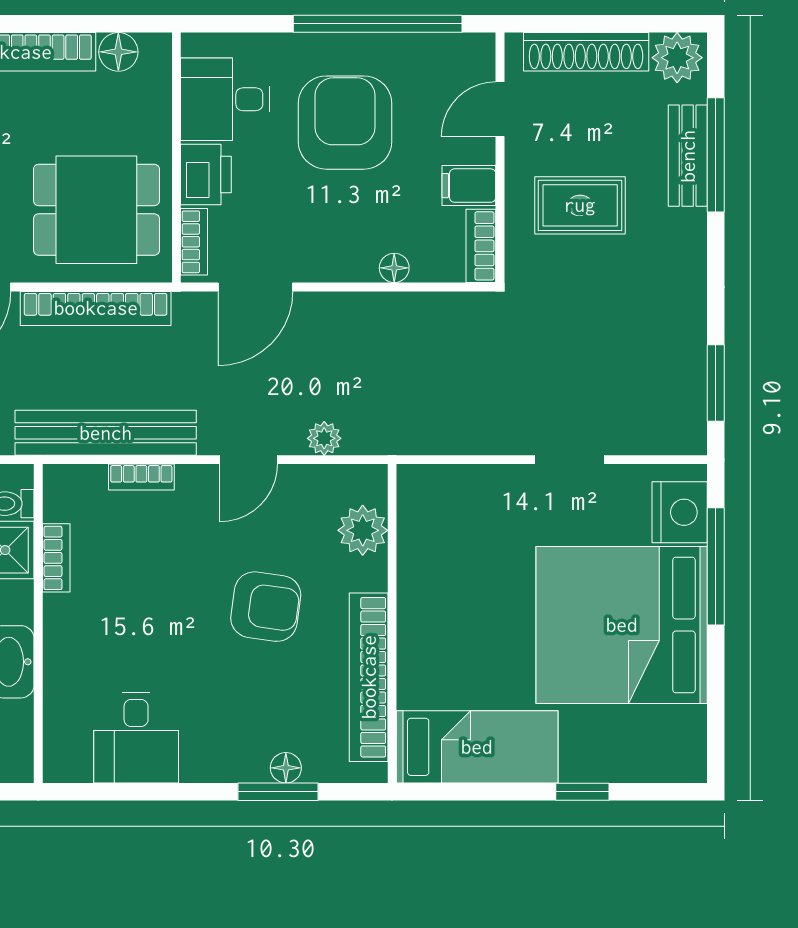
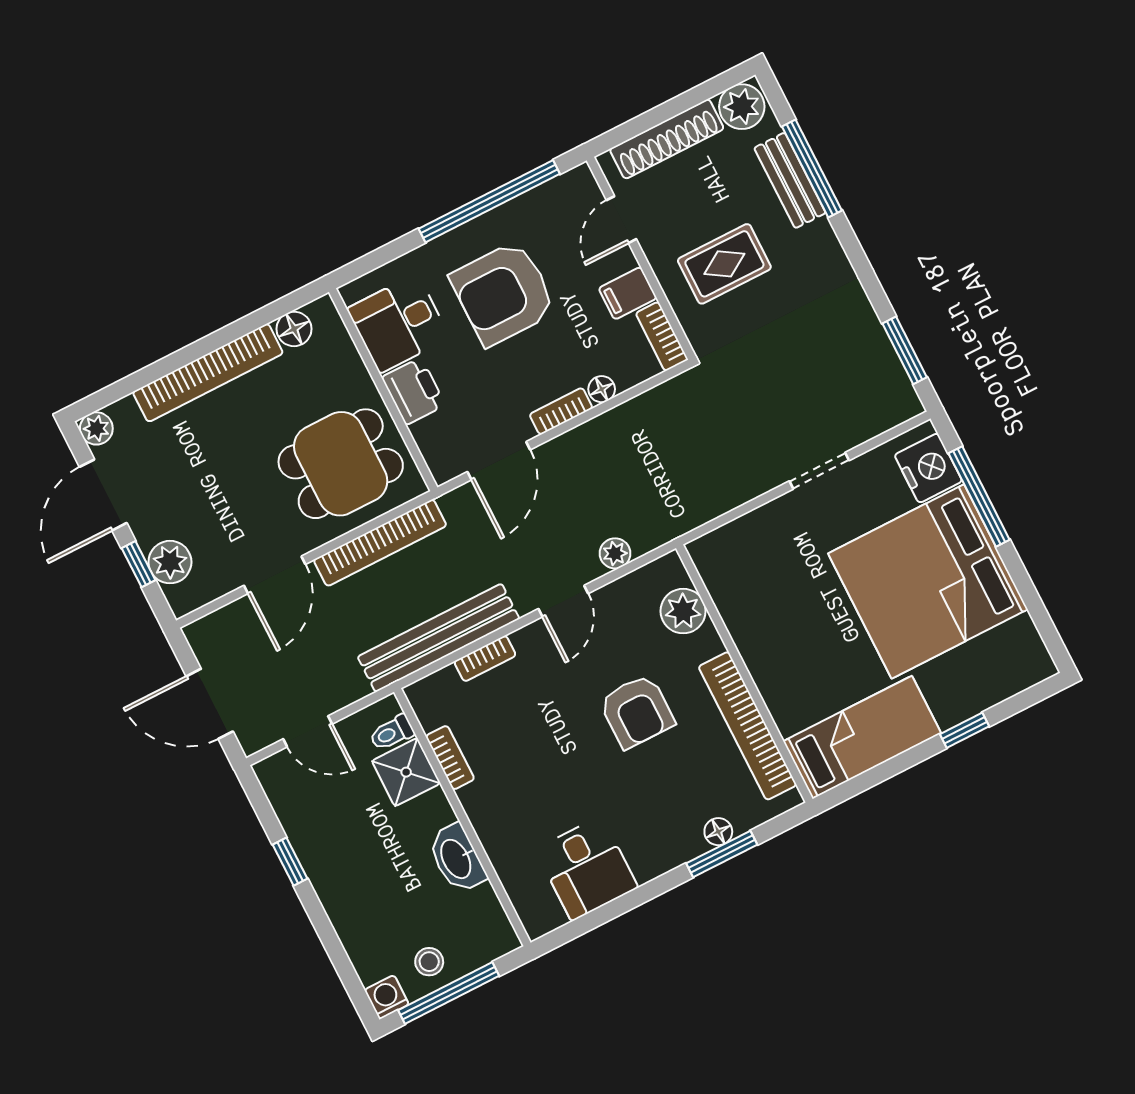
armchair: (345, 123) -> (503, 293), turned -90
bookcase: (194, 242) -> (561, 411), moved, turned -90
armchair: (266, 607) -> (637, 711), turned 82

